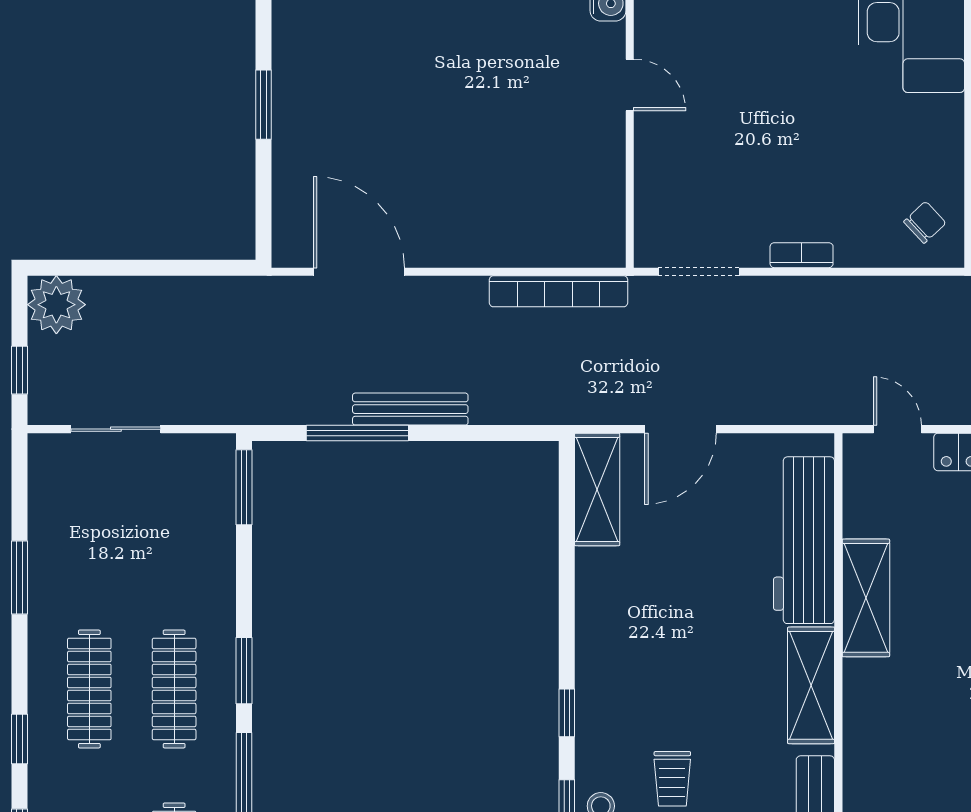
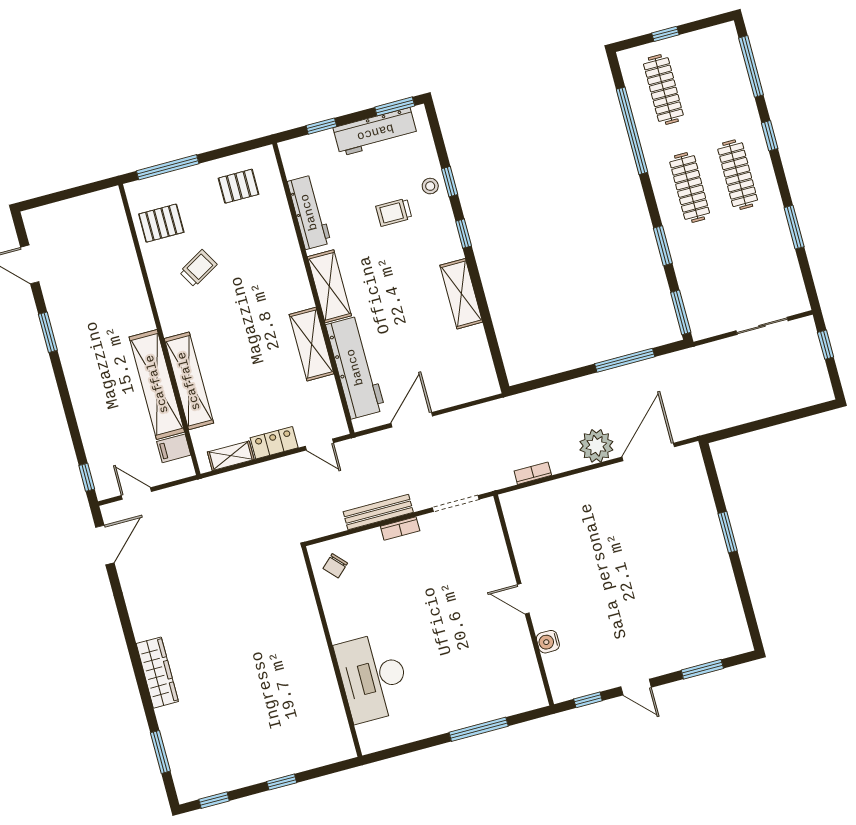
door: (359, 272) -> (648, 452), swing flipped
bookcase: (558, 291) -> (533, 473), width x0.43, depth x0.76
plant: (56, 305) -> (596, 446), moved
bench: (410, 409) -> (378, 512), moved
door: (680, 429) -> (412, 420), moved
shelving: (597, 489) -> (461, 294), moved
window: (244, 671) -> (663, 246), moved
trolley: (672, 779) -> (394, 212), turned -90

